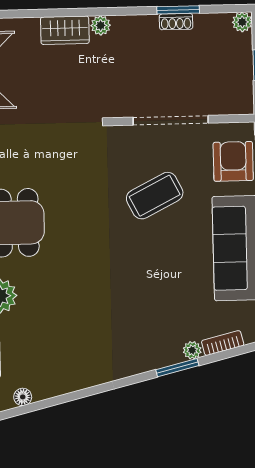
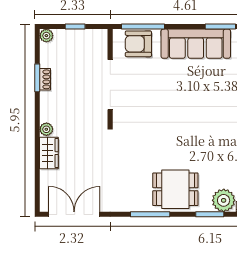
coffee table: (155, 196) -> (160, 96), removed

